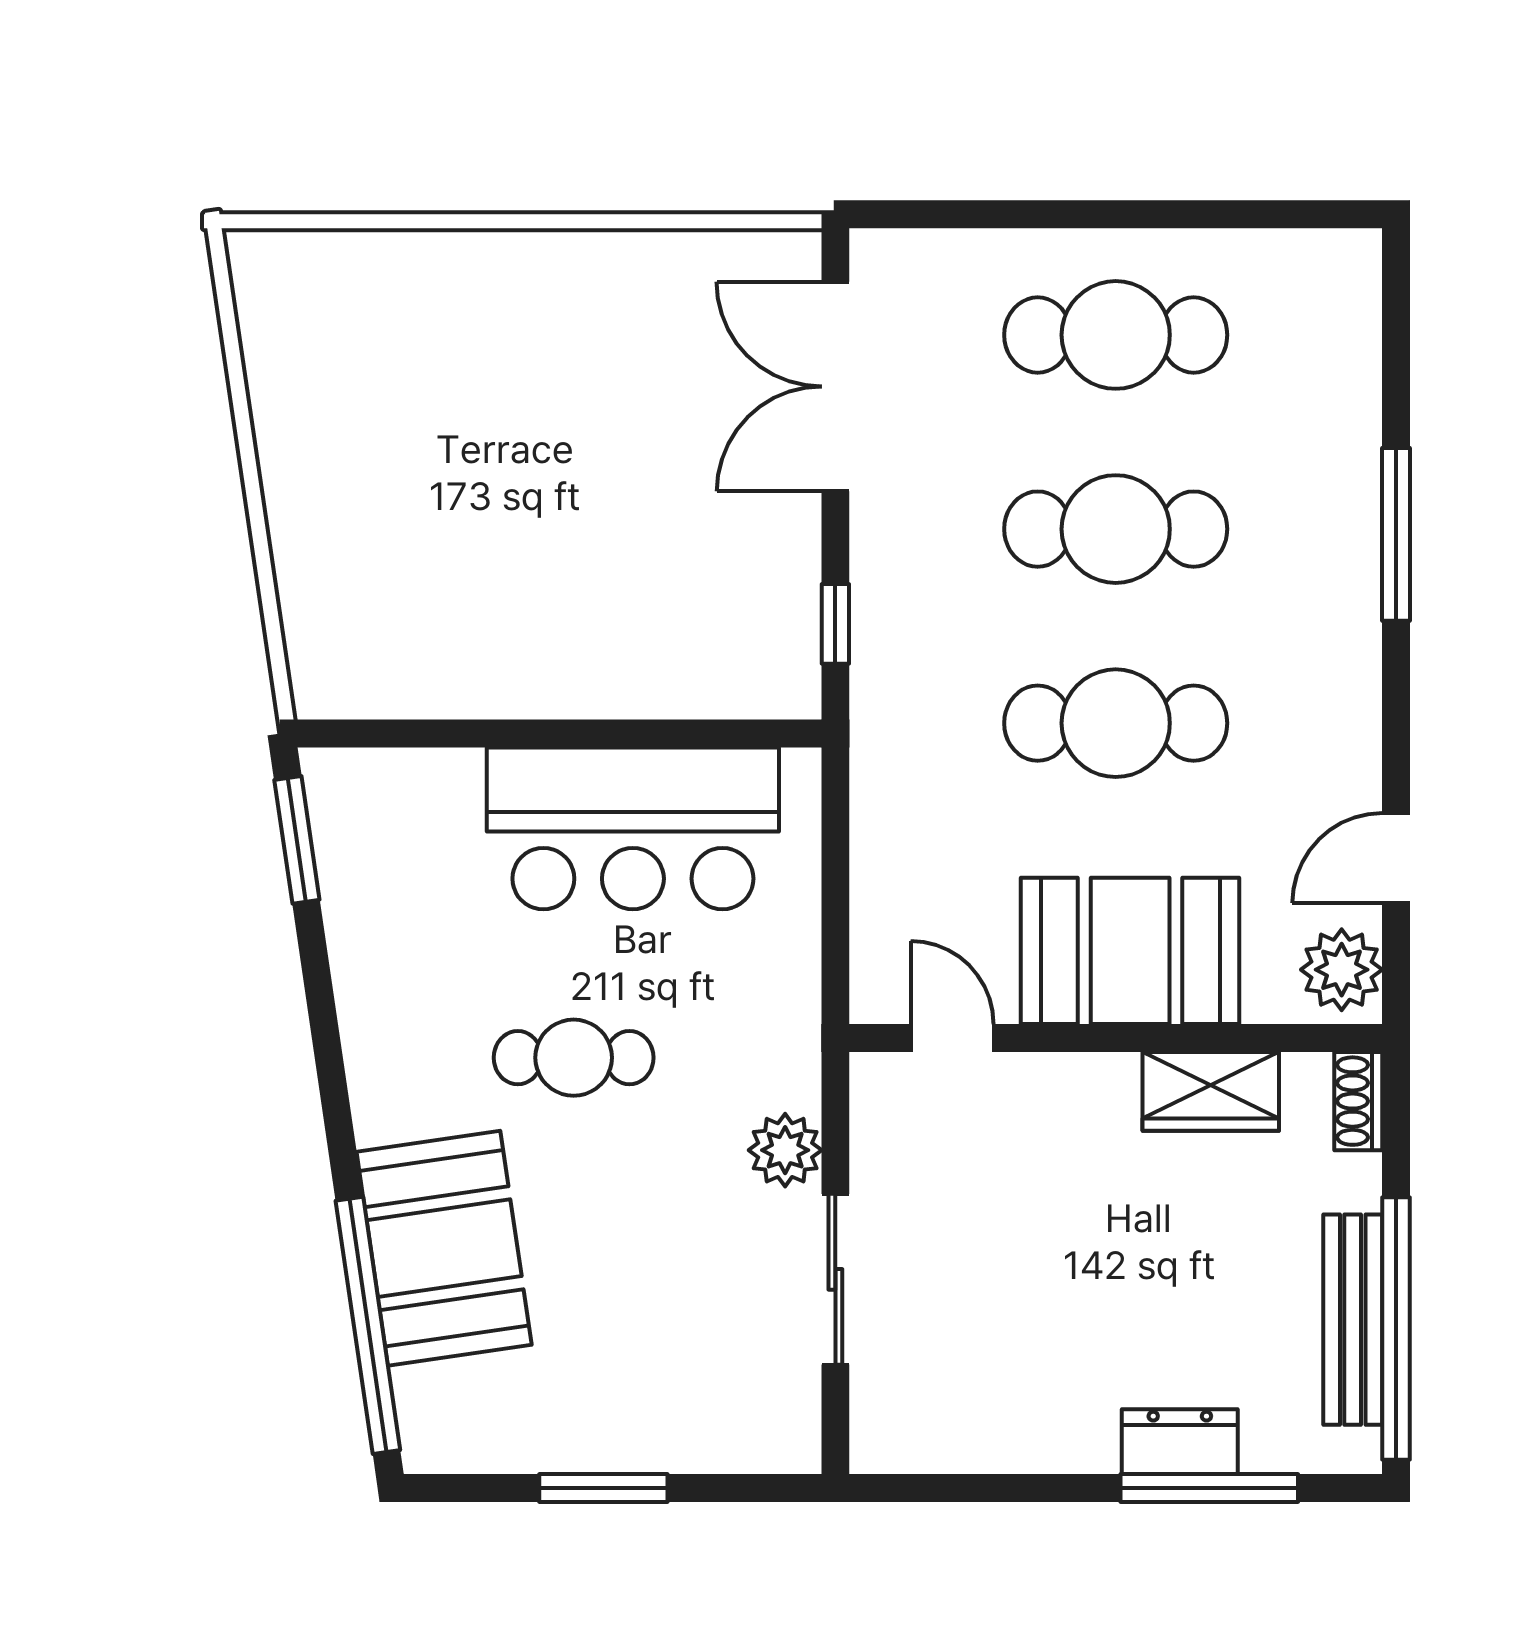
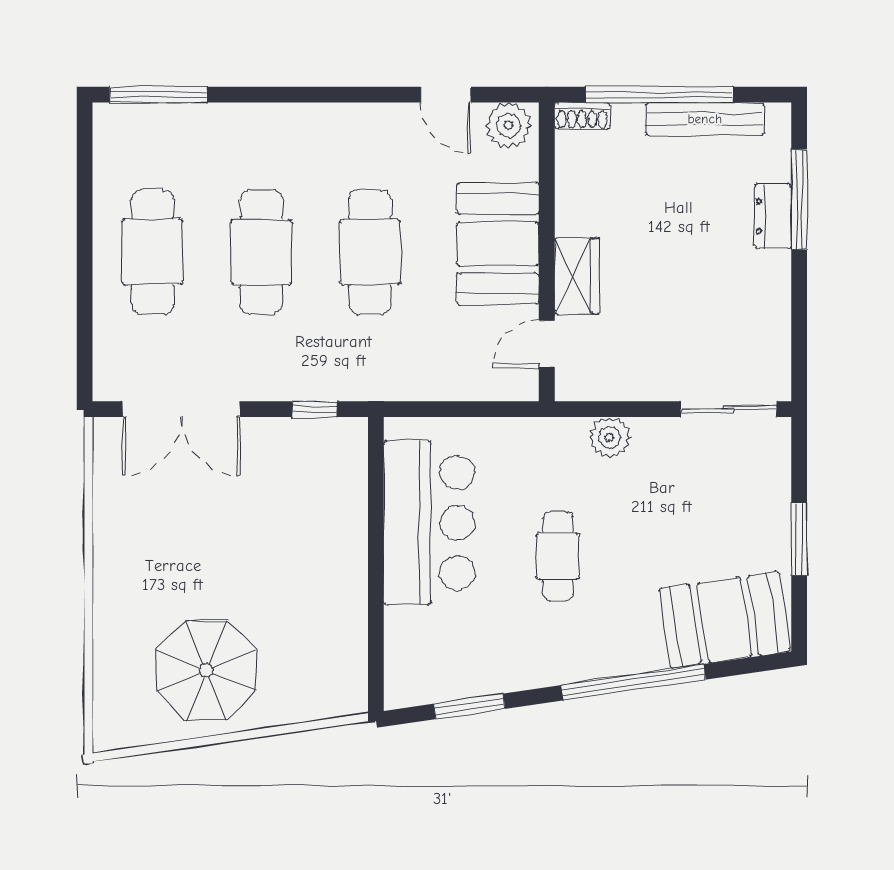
parasol: (370, 430) -> (206, 670), added
window: (1396, 534) -> (158, 95), moved
window: (297, 840) -> (469, 706), moved
wardrobe: (1211, 1091) -> (577, 276), moved
booth: (444, 1248) -> (724, 620), moved
sliding door: (835, 1279) -> (729, 409), moved
window: (368, 1325) -> (633, 682), moved
window: (1396, 1329) -> (659, 95), moved

